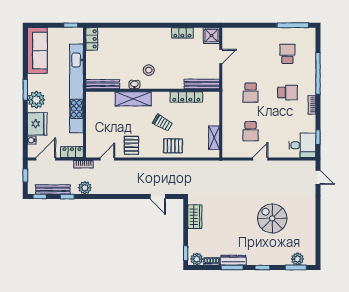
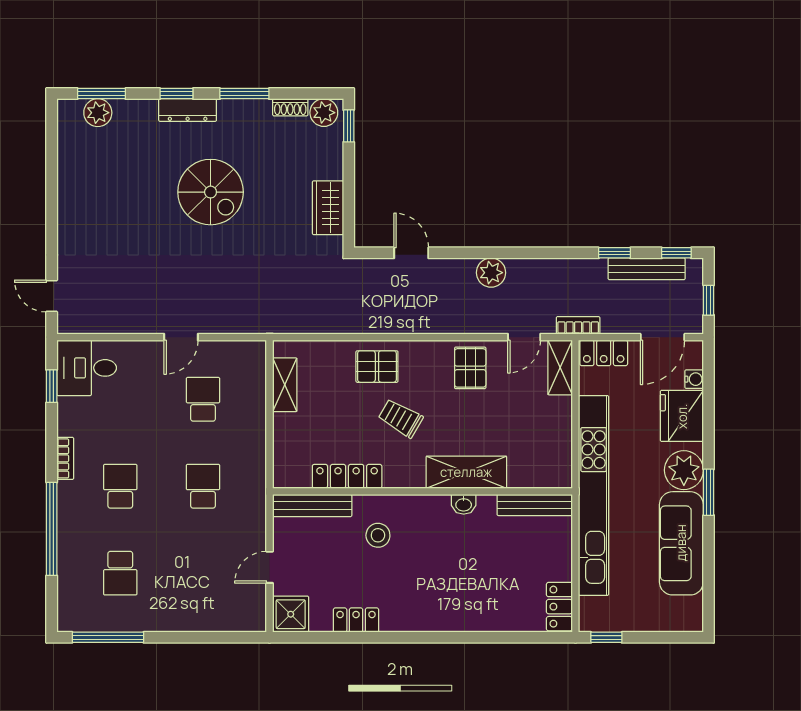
sofa: (37, 51) -> (681, 543), moved
stool: (149, 70) -> (378, 535), moved
school desk: (287, 93) -> (120, 486), turned 90
shelving: (91, 145) -> (560, 368), added
plant: (85, 188) -> (491, 273), moved
spiral stairs: (272, 218) -> (211, 192), moved
dresser: (233, 260) -> (188, 110), moved

